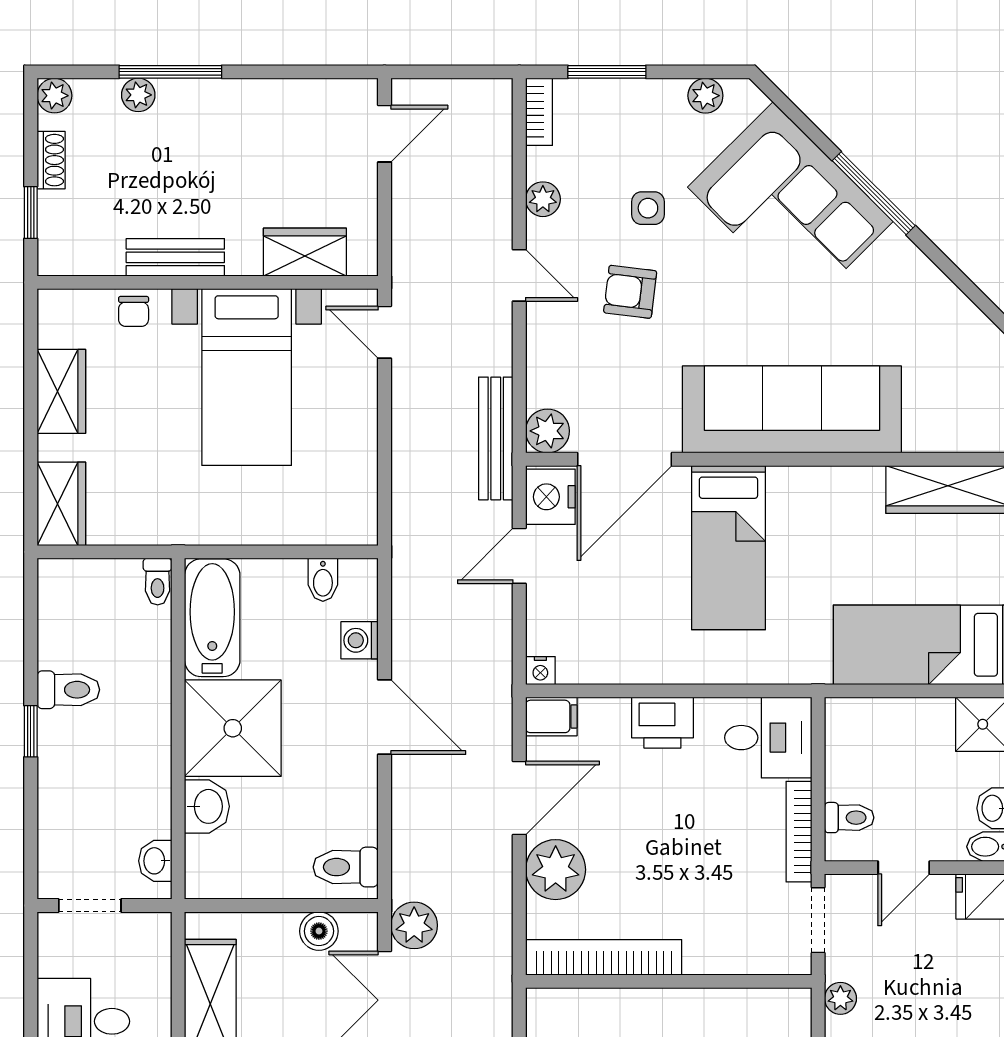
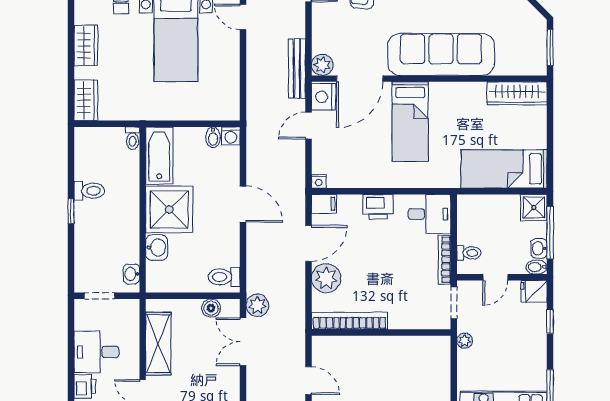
washing machine: (360, 640) -> (231, 136), moved, turned -90

